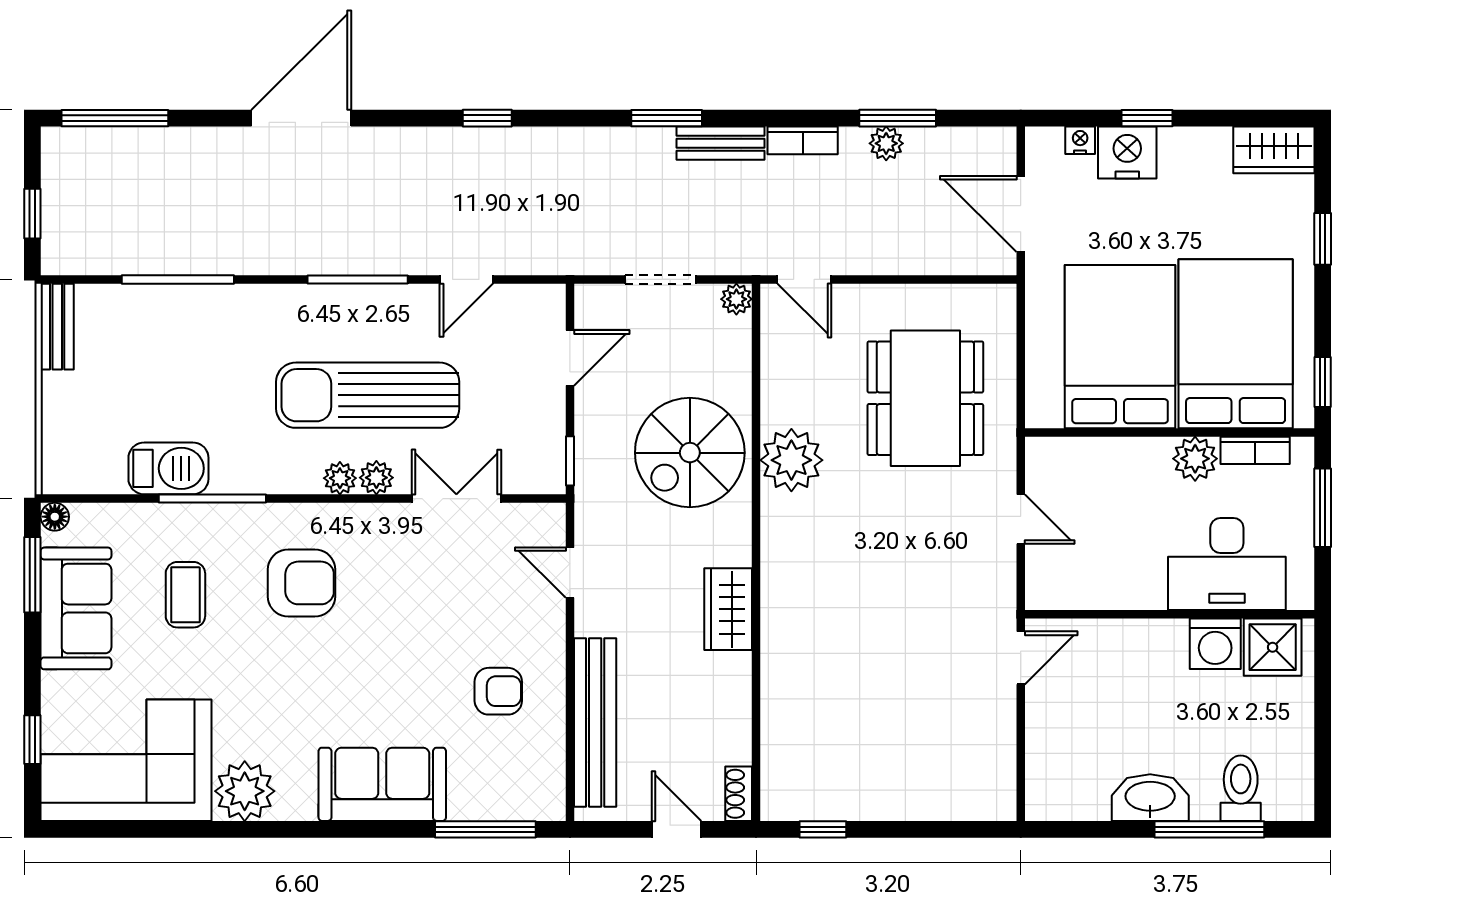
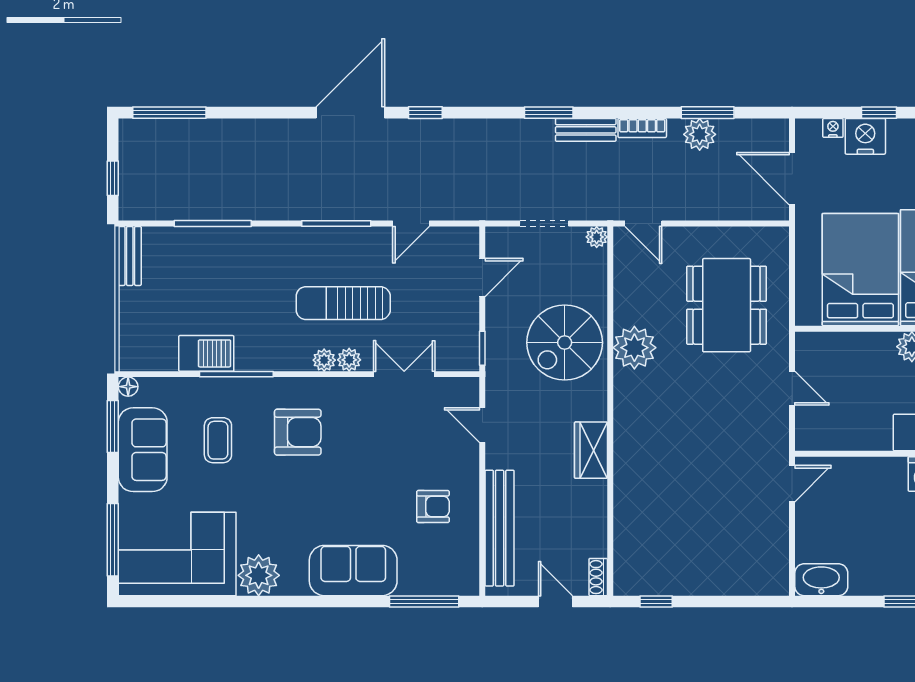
door: (301, 118) -> (350, 113), moved
plant: (886, 143) -> (700, 134), width x1.38, depth x1.38
sun lounger: (368, 395) -> (343, 303), width x0.73, depth x0.75
window: (32, 740) -> (113, 540), width x2.17
washbasin: (1150, 798) -> (821, 580), moved

